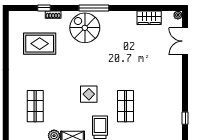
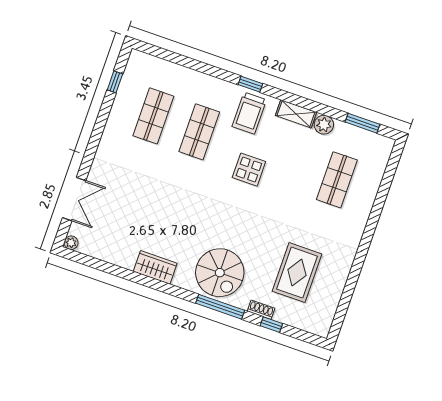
window: (94, 8) -> (220, 307), moved
wardrobe: (149, 18) -> (155, 267), moved
rug: (40, 44) -> (297, 273), turned 90
shop shelf: (156, 106) -> (153, 116), added

